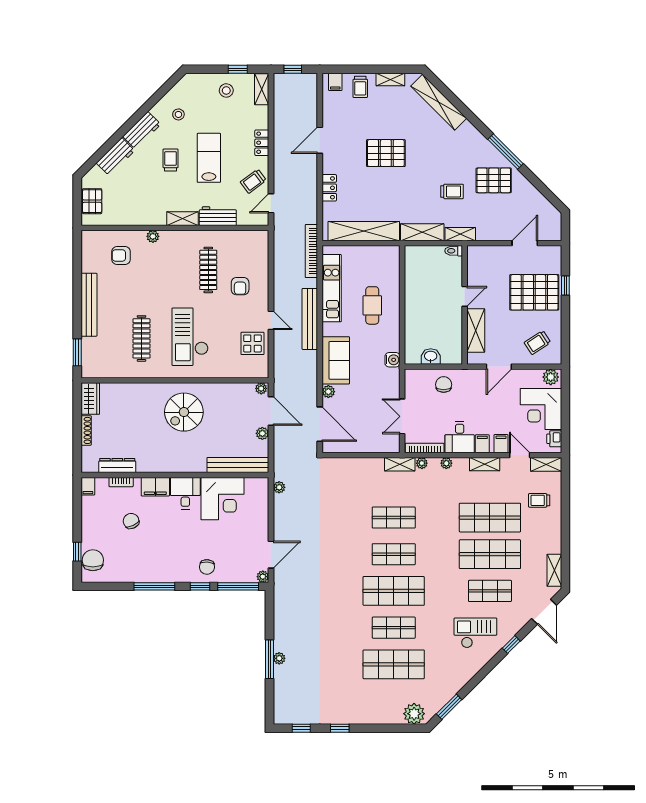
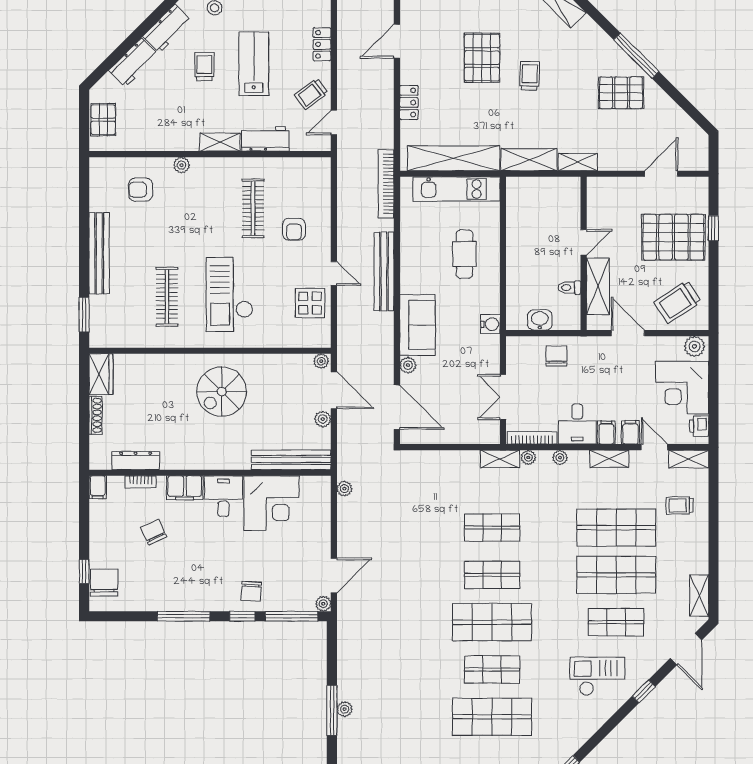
pallet: (386, 153) -> (482, 58), turned 90
trolley: (452, 191) -> (530, 76), moved, turned -88
toilet: (454, 251) -> (569, 288), moved
kitchen unit: (332, 288) -> (456, 189), moved, turned 90
trolley: (537, 343) -> (677, 302), width x1.36, depth x1.39
door: (499, 367) -> (628, 333), swing flipped

